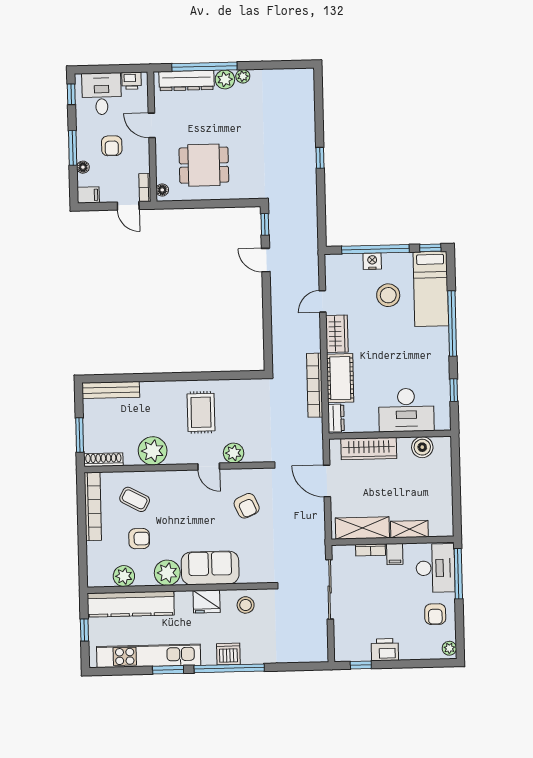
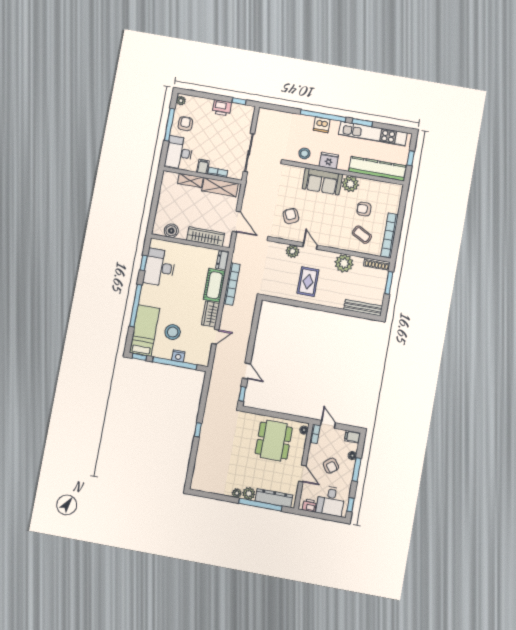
armchair: (112, 146) -> (331, 466), turned 144
dining table: (204, 165) -> (274, 441), width x1.38
desk: (406, 410) -> (159, 267), moved, turned -90
window: (458, 574) -> (169, 125), moved
plant: (124, 576) -> (378, 187), removed

